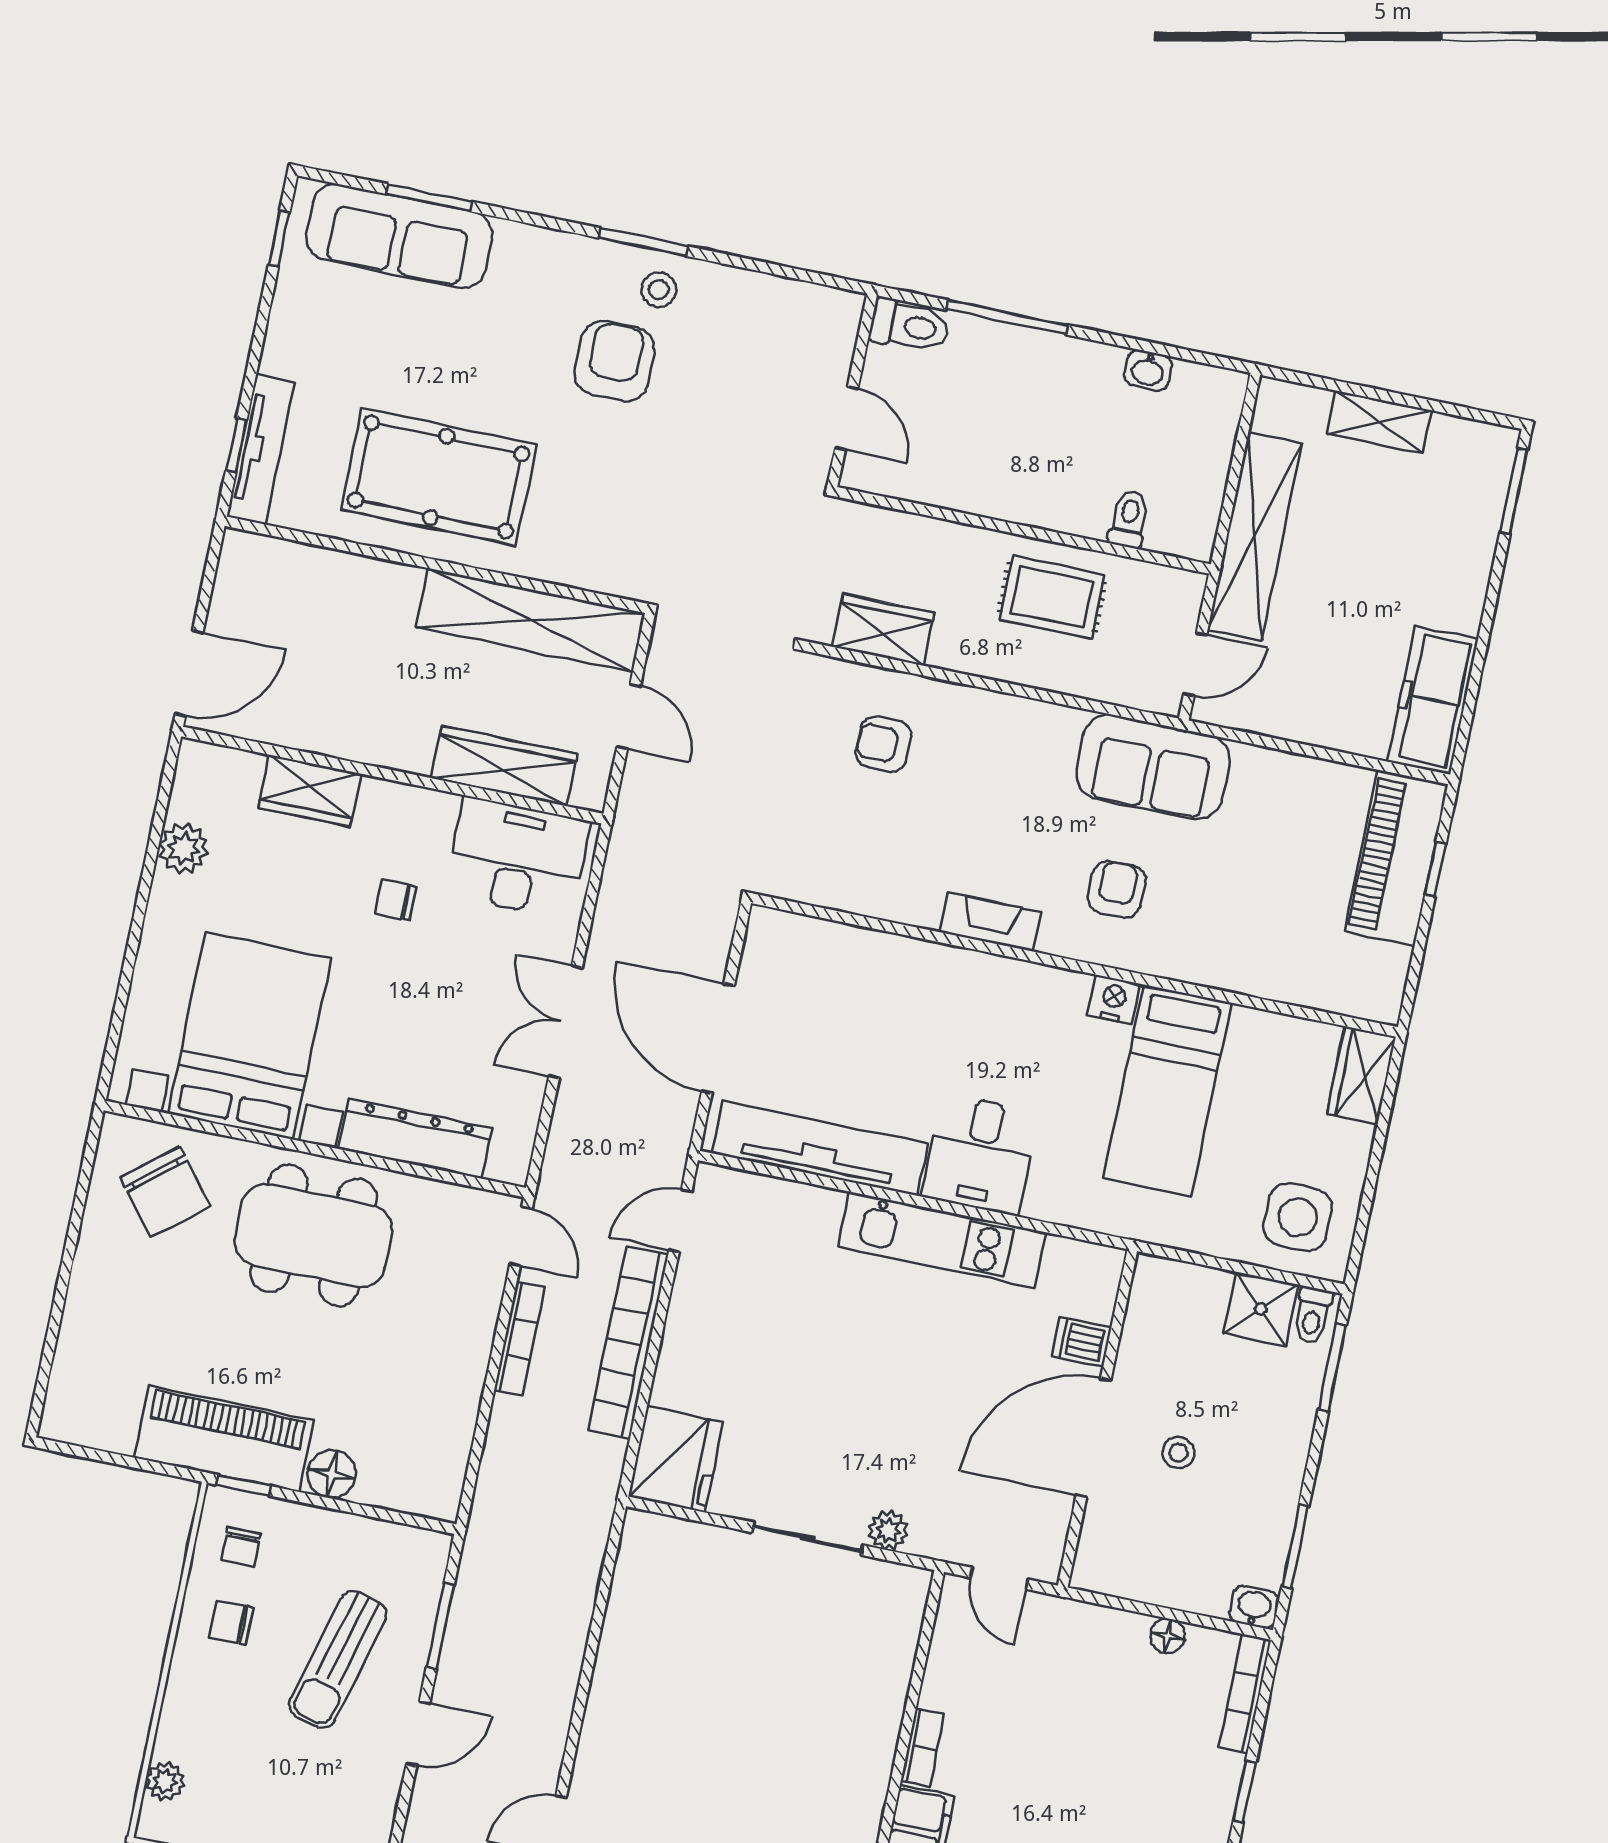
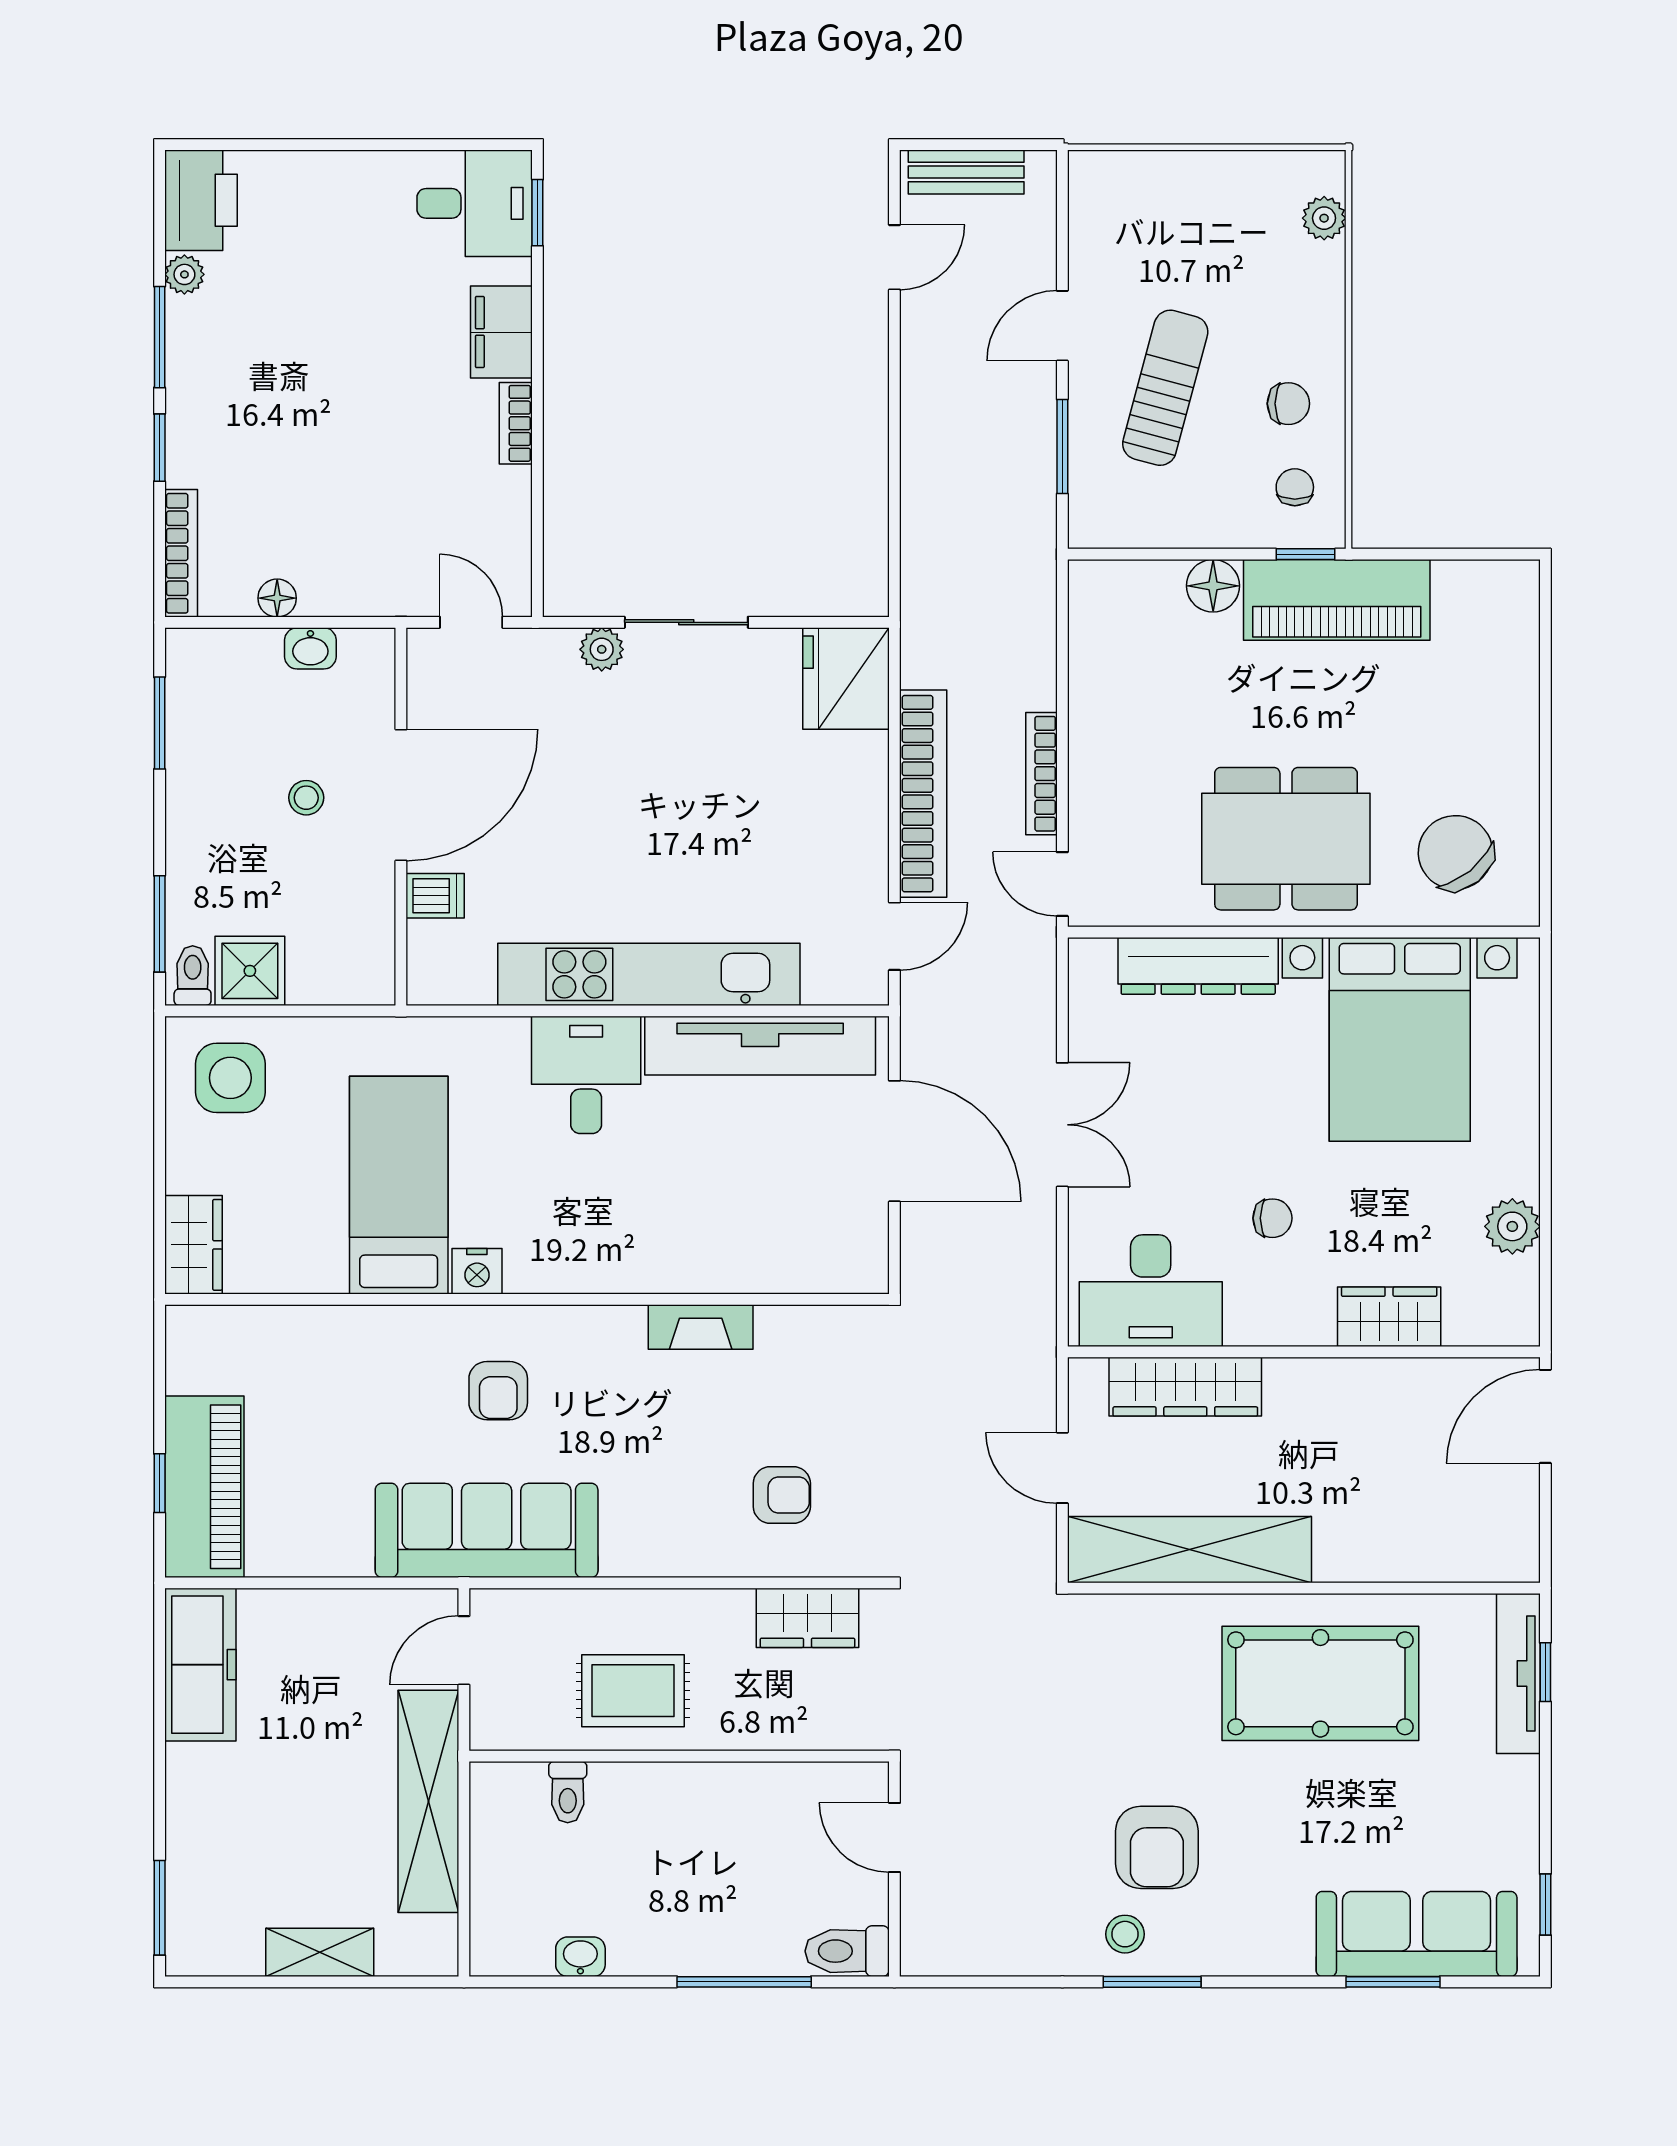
sofa: (1153, 767) -> (487, 1530), width x1.36
fireplace: (990, 922) -> (701, 1327), moved
kitchen unit: (942, 1240) -> (649, 974), width x1.36
washbasin: (1254, 1607) -> (310, 648), moved

